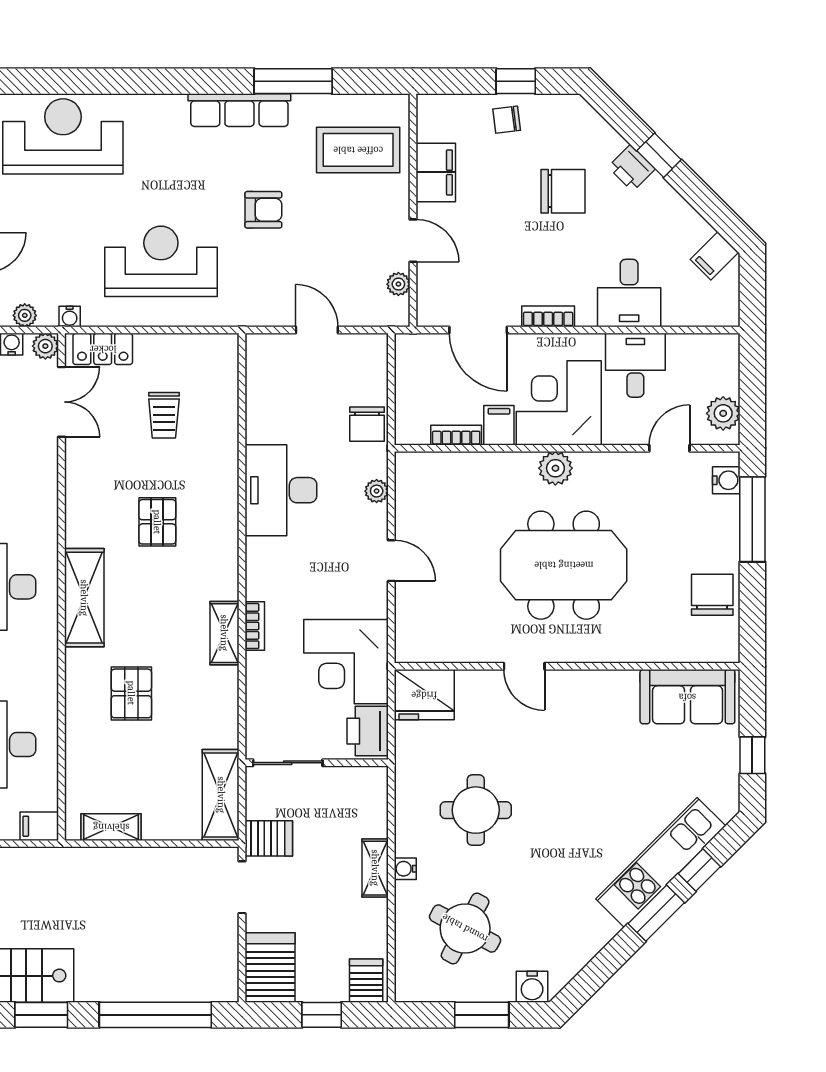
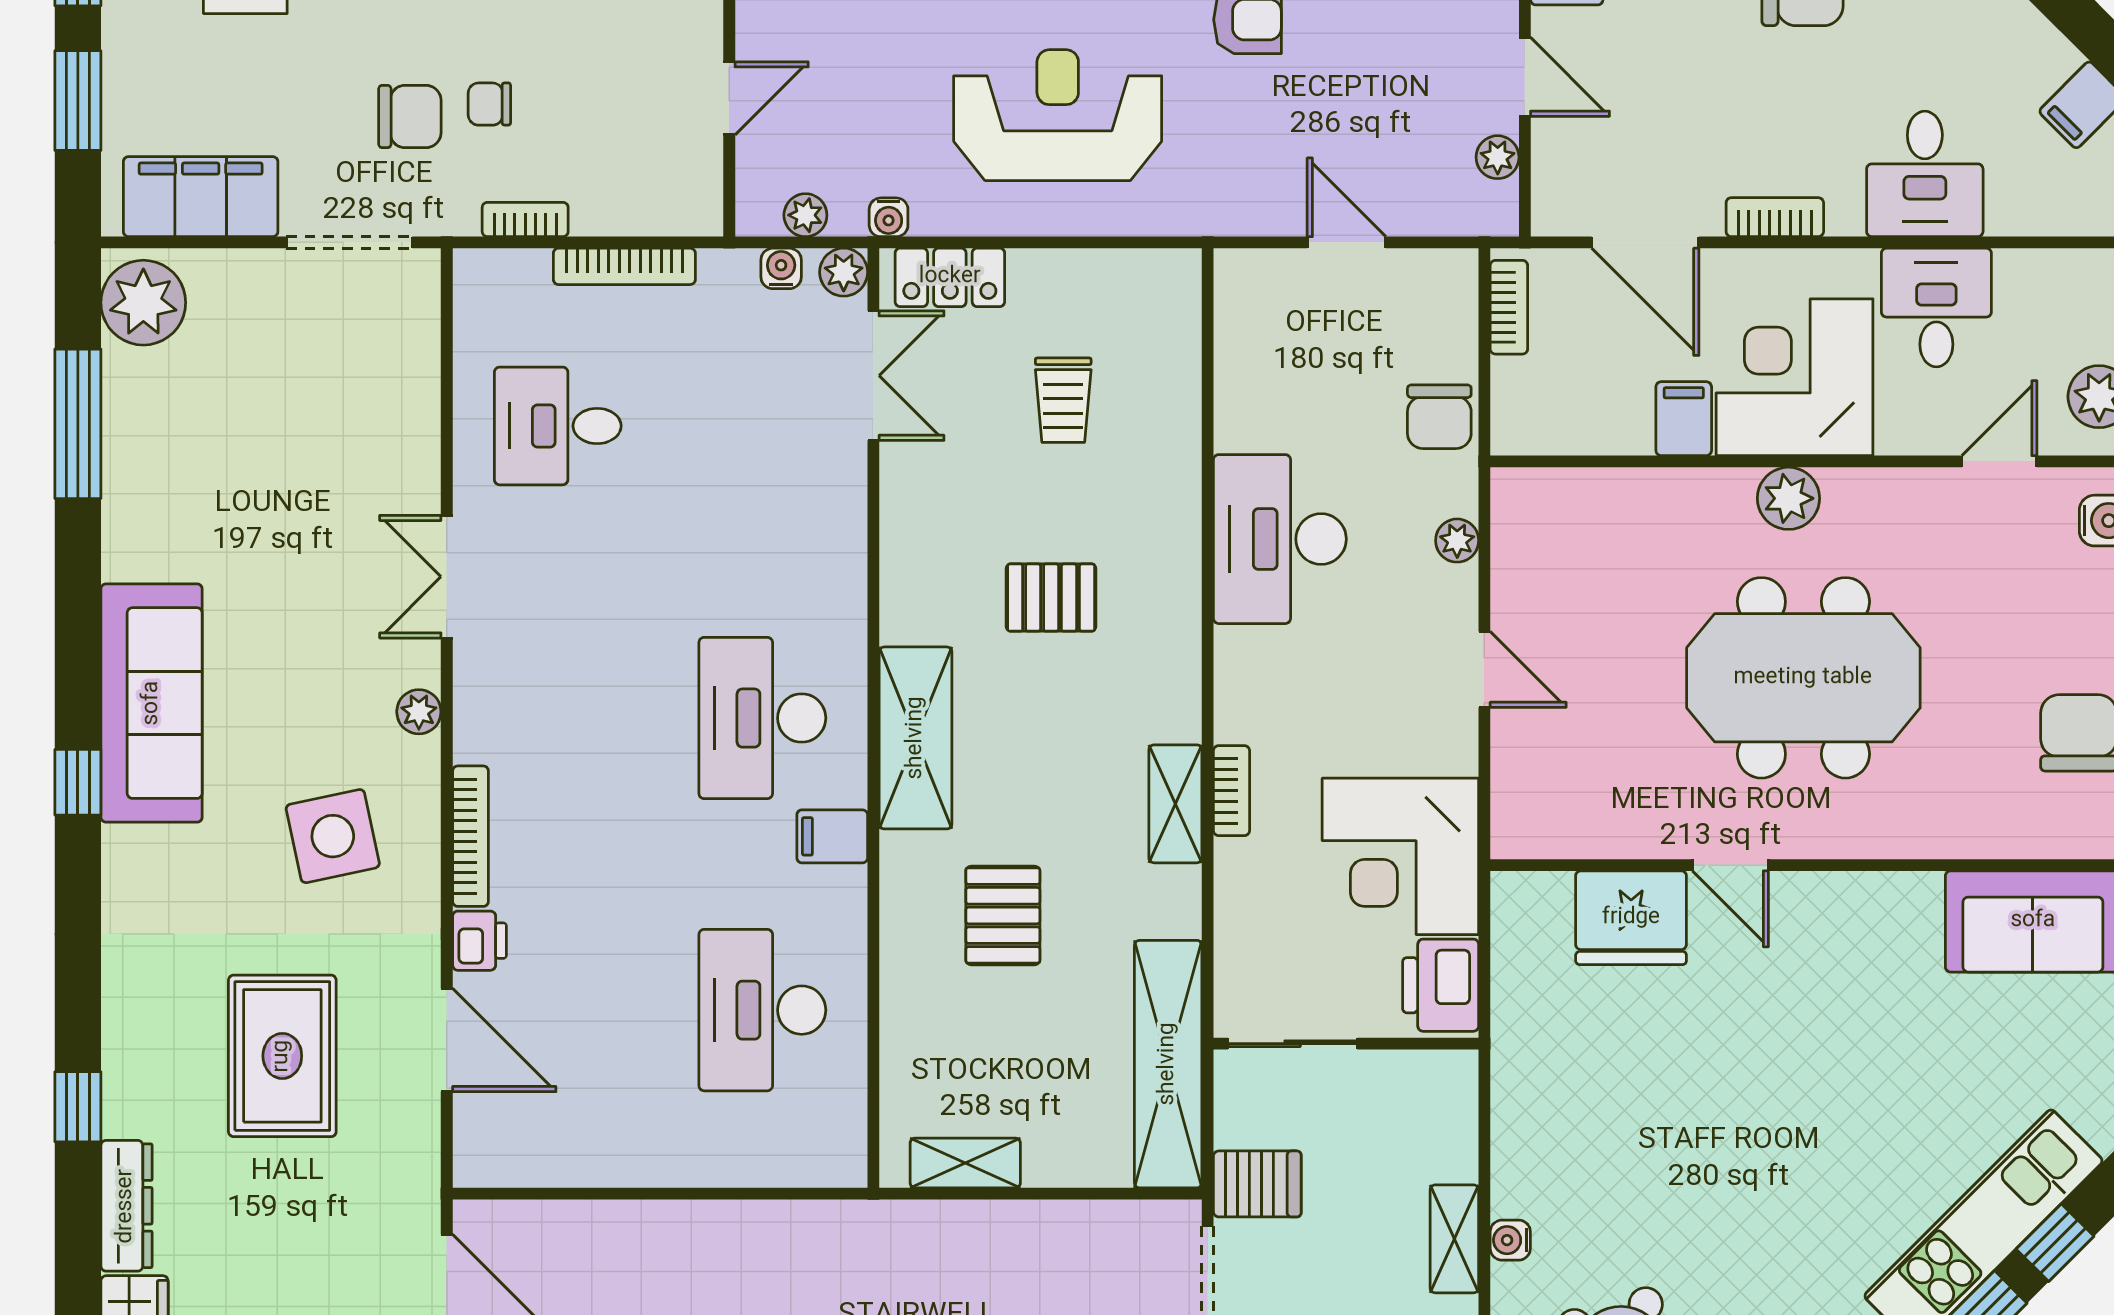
bookcase: (456, 435) -> (1509, 307), moved, turned 90
pallet: (157, 522) -> (1051, 598), turned 90
fridge: (424, 695) -> (1631, 918), moved
shelving: (221, 795) -> (1168, 1064), width x1.47
round table: (476, 810) -> (1641, 1131), removed
filing cabinet: (39, 826) -> (832, 836), moved

